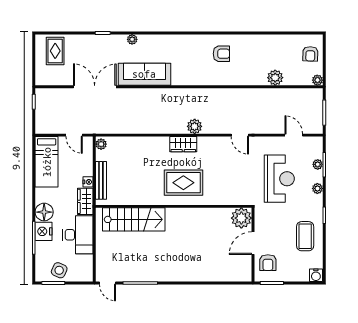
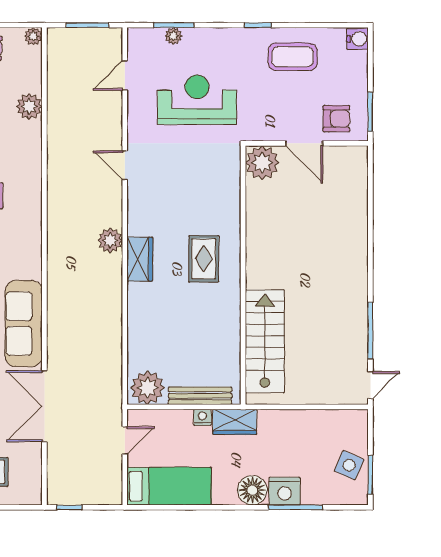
door: (240, 135) -> (125, 165), swing flipped
plant: (101, 144) -> (148, 388), width x1.88, depth x1.88
rug: (183, 183) -> (204, 259), width x0.73, depth x0.70
plant: (317, 188) -> (213, 36), removed
desk: (78, 235) -> (290, 434), removed

